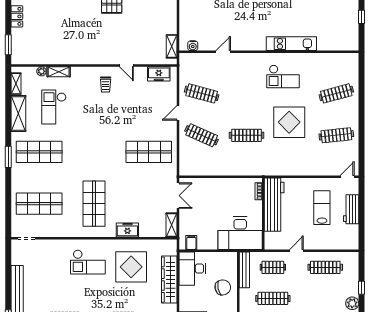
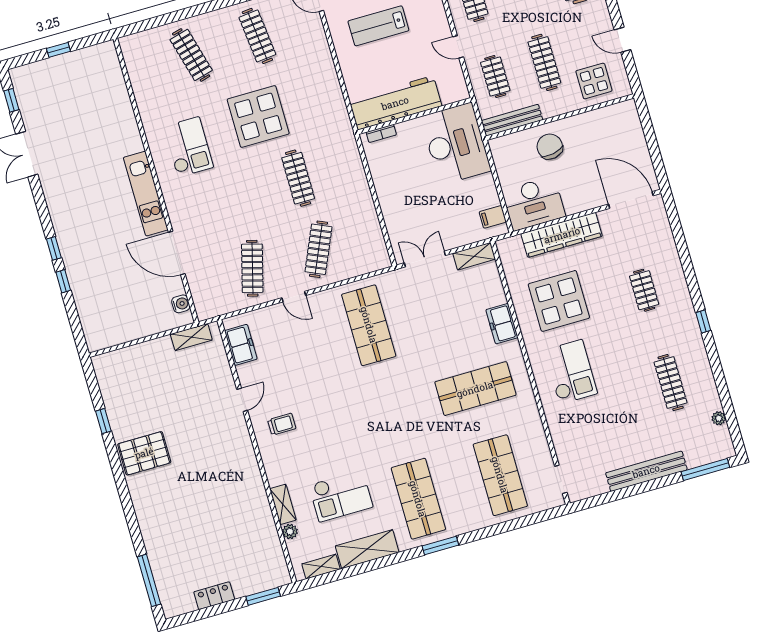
kitchen unit: (291, 44) -> (146, 194), moved
door: (223, 52) -> (177, 253), width x1.87

